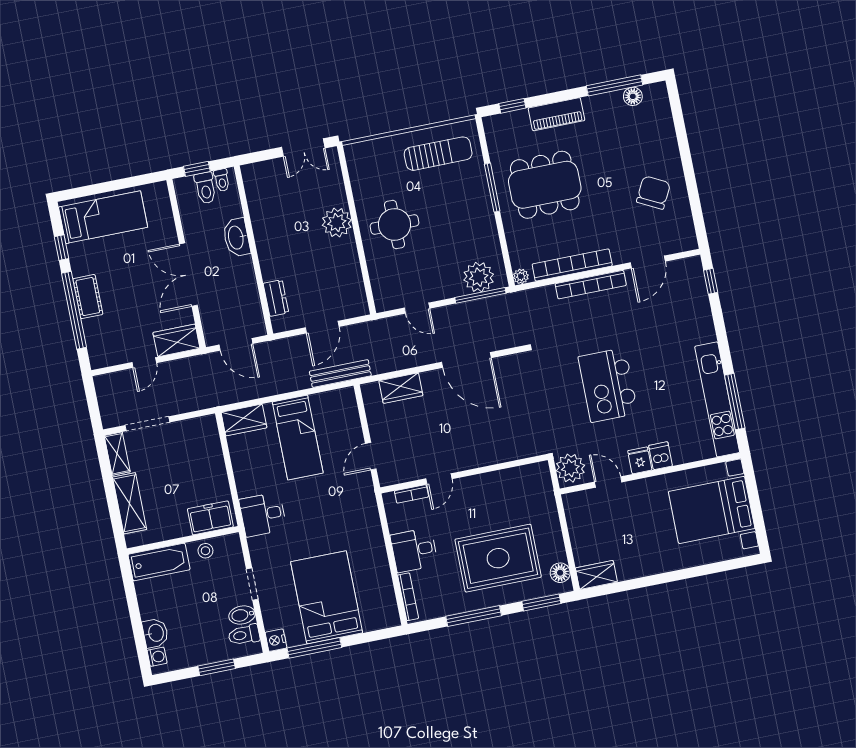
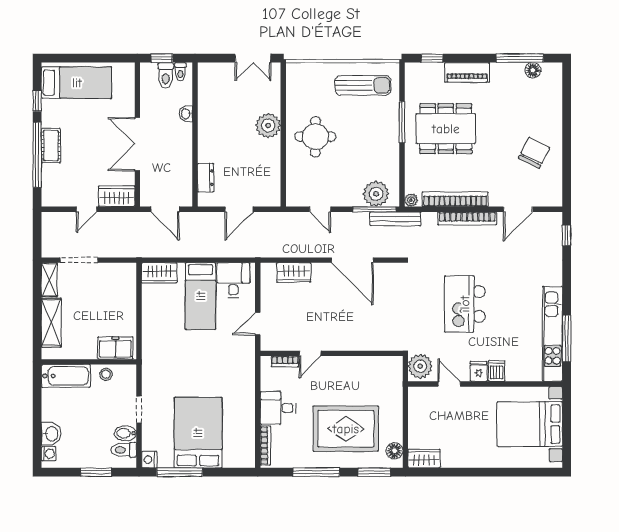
washbasin: (236, 237) -> (186, 114), width x0.52, depth x0.69
bench: (340, 374) -> (395, 219), moved
desk: (263, 514) -> (233, 280), moved, turned 90

